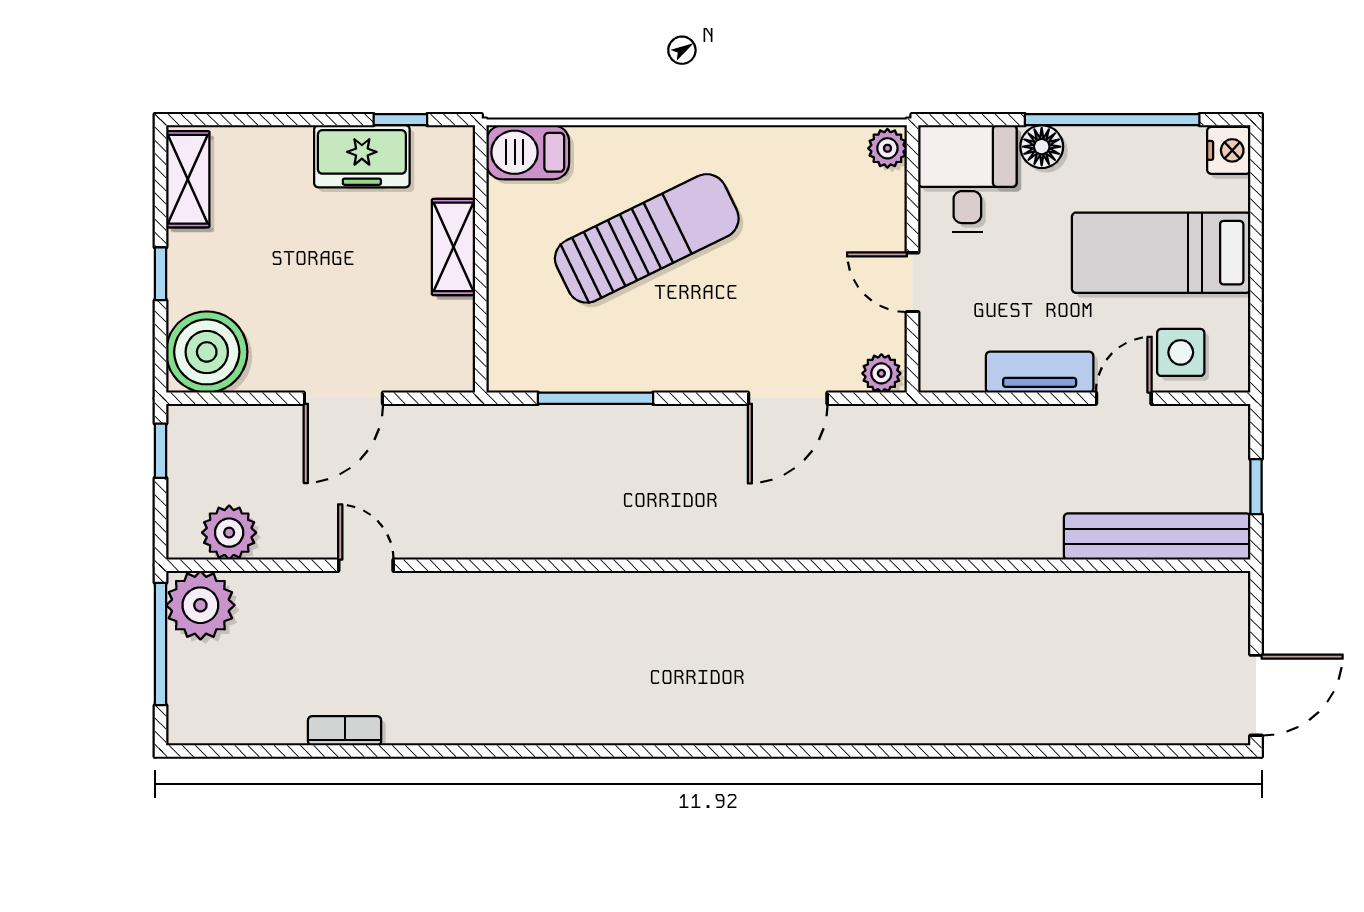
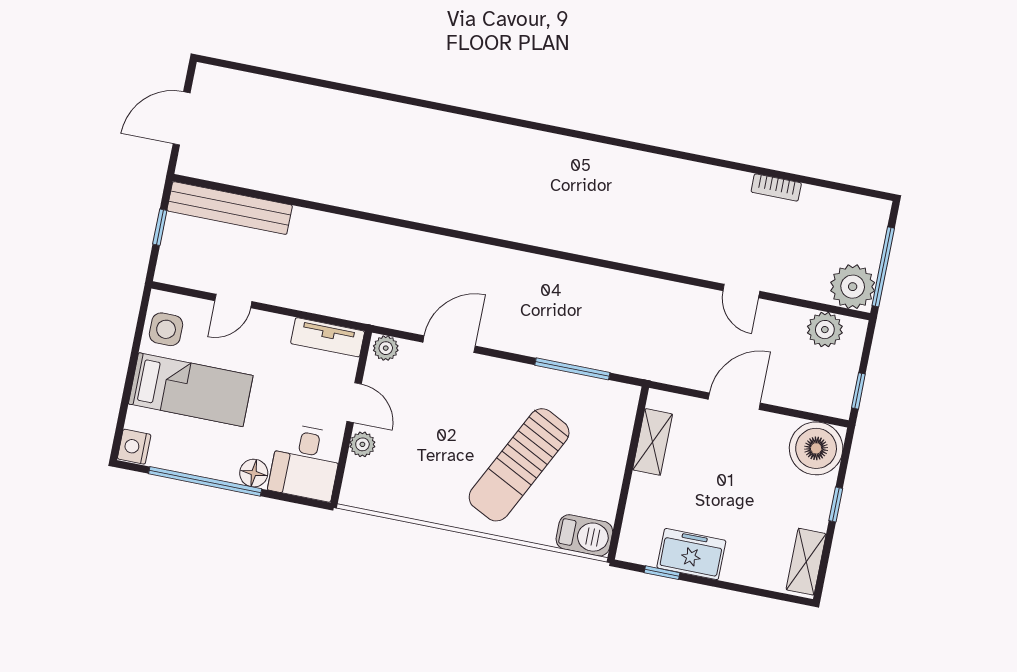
plant: (887, 148) -> (362, 444), moved
sun lounger: (647, 238) -> (519, 465), turned -37
shelving: (454, 247) -> (653, 442), moved
side table: (1181, 352) -> (166, 329), moved
tv unit: (1040, 372) -> (328, 337), moved
door: (1256, 695) -> (182, 118), moved

